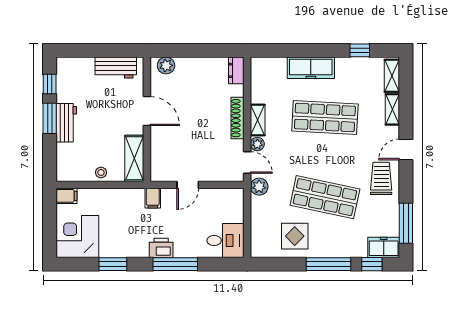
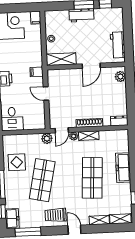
trolley: (381, 178) -> (56, 215), turned 180

